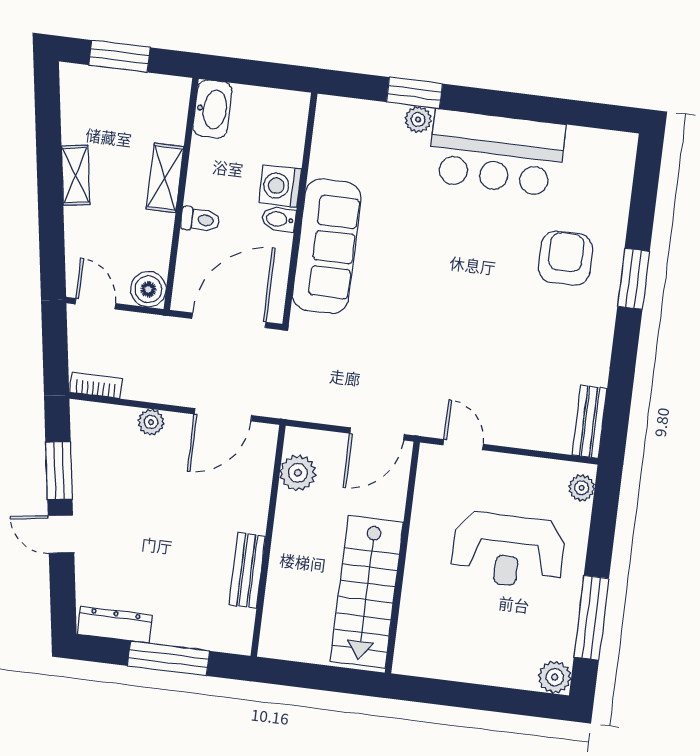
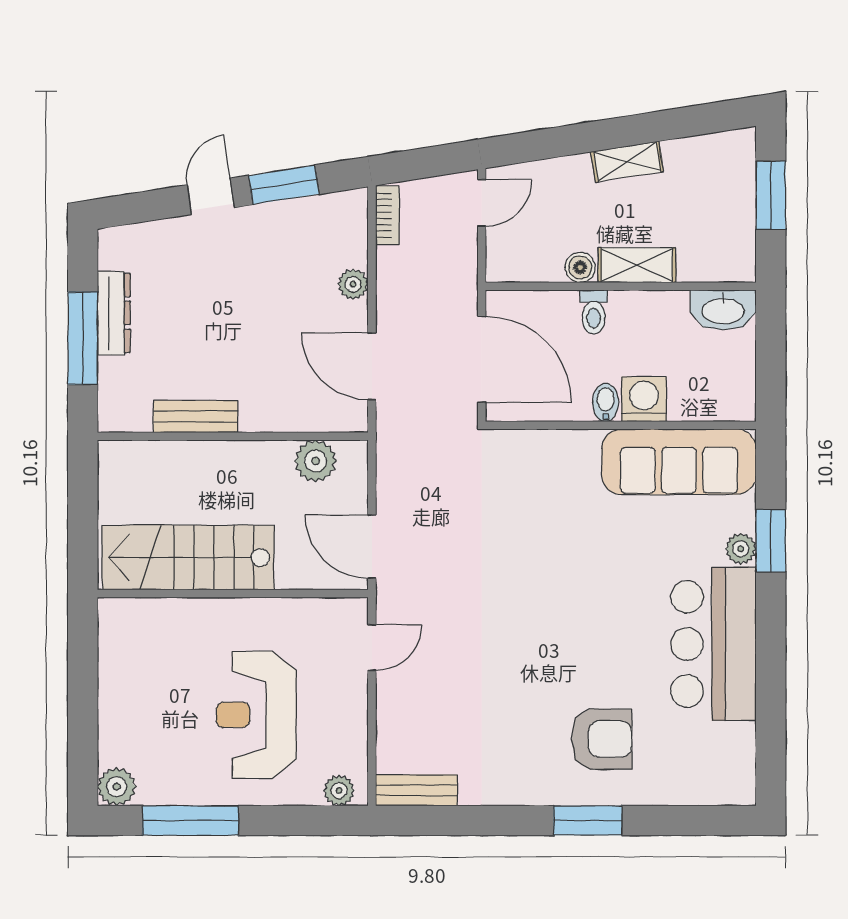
sofa: (327, 246) -> (679, 462), moved
boiler: (148, 289) -> (580, 267), moved, width x0.73, depth x0.73
dresser: (115, 625) -> (114, 313), moved

